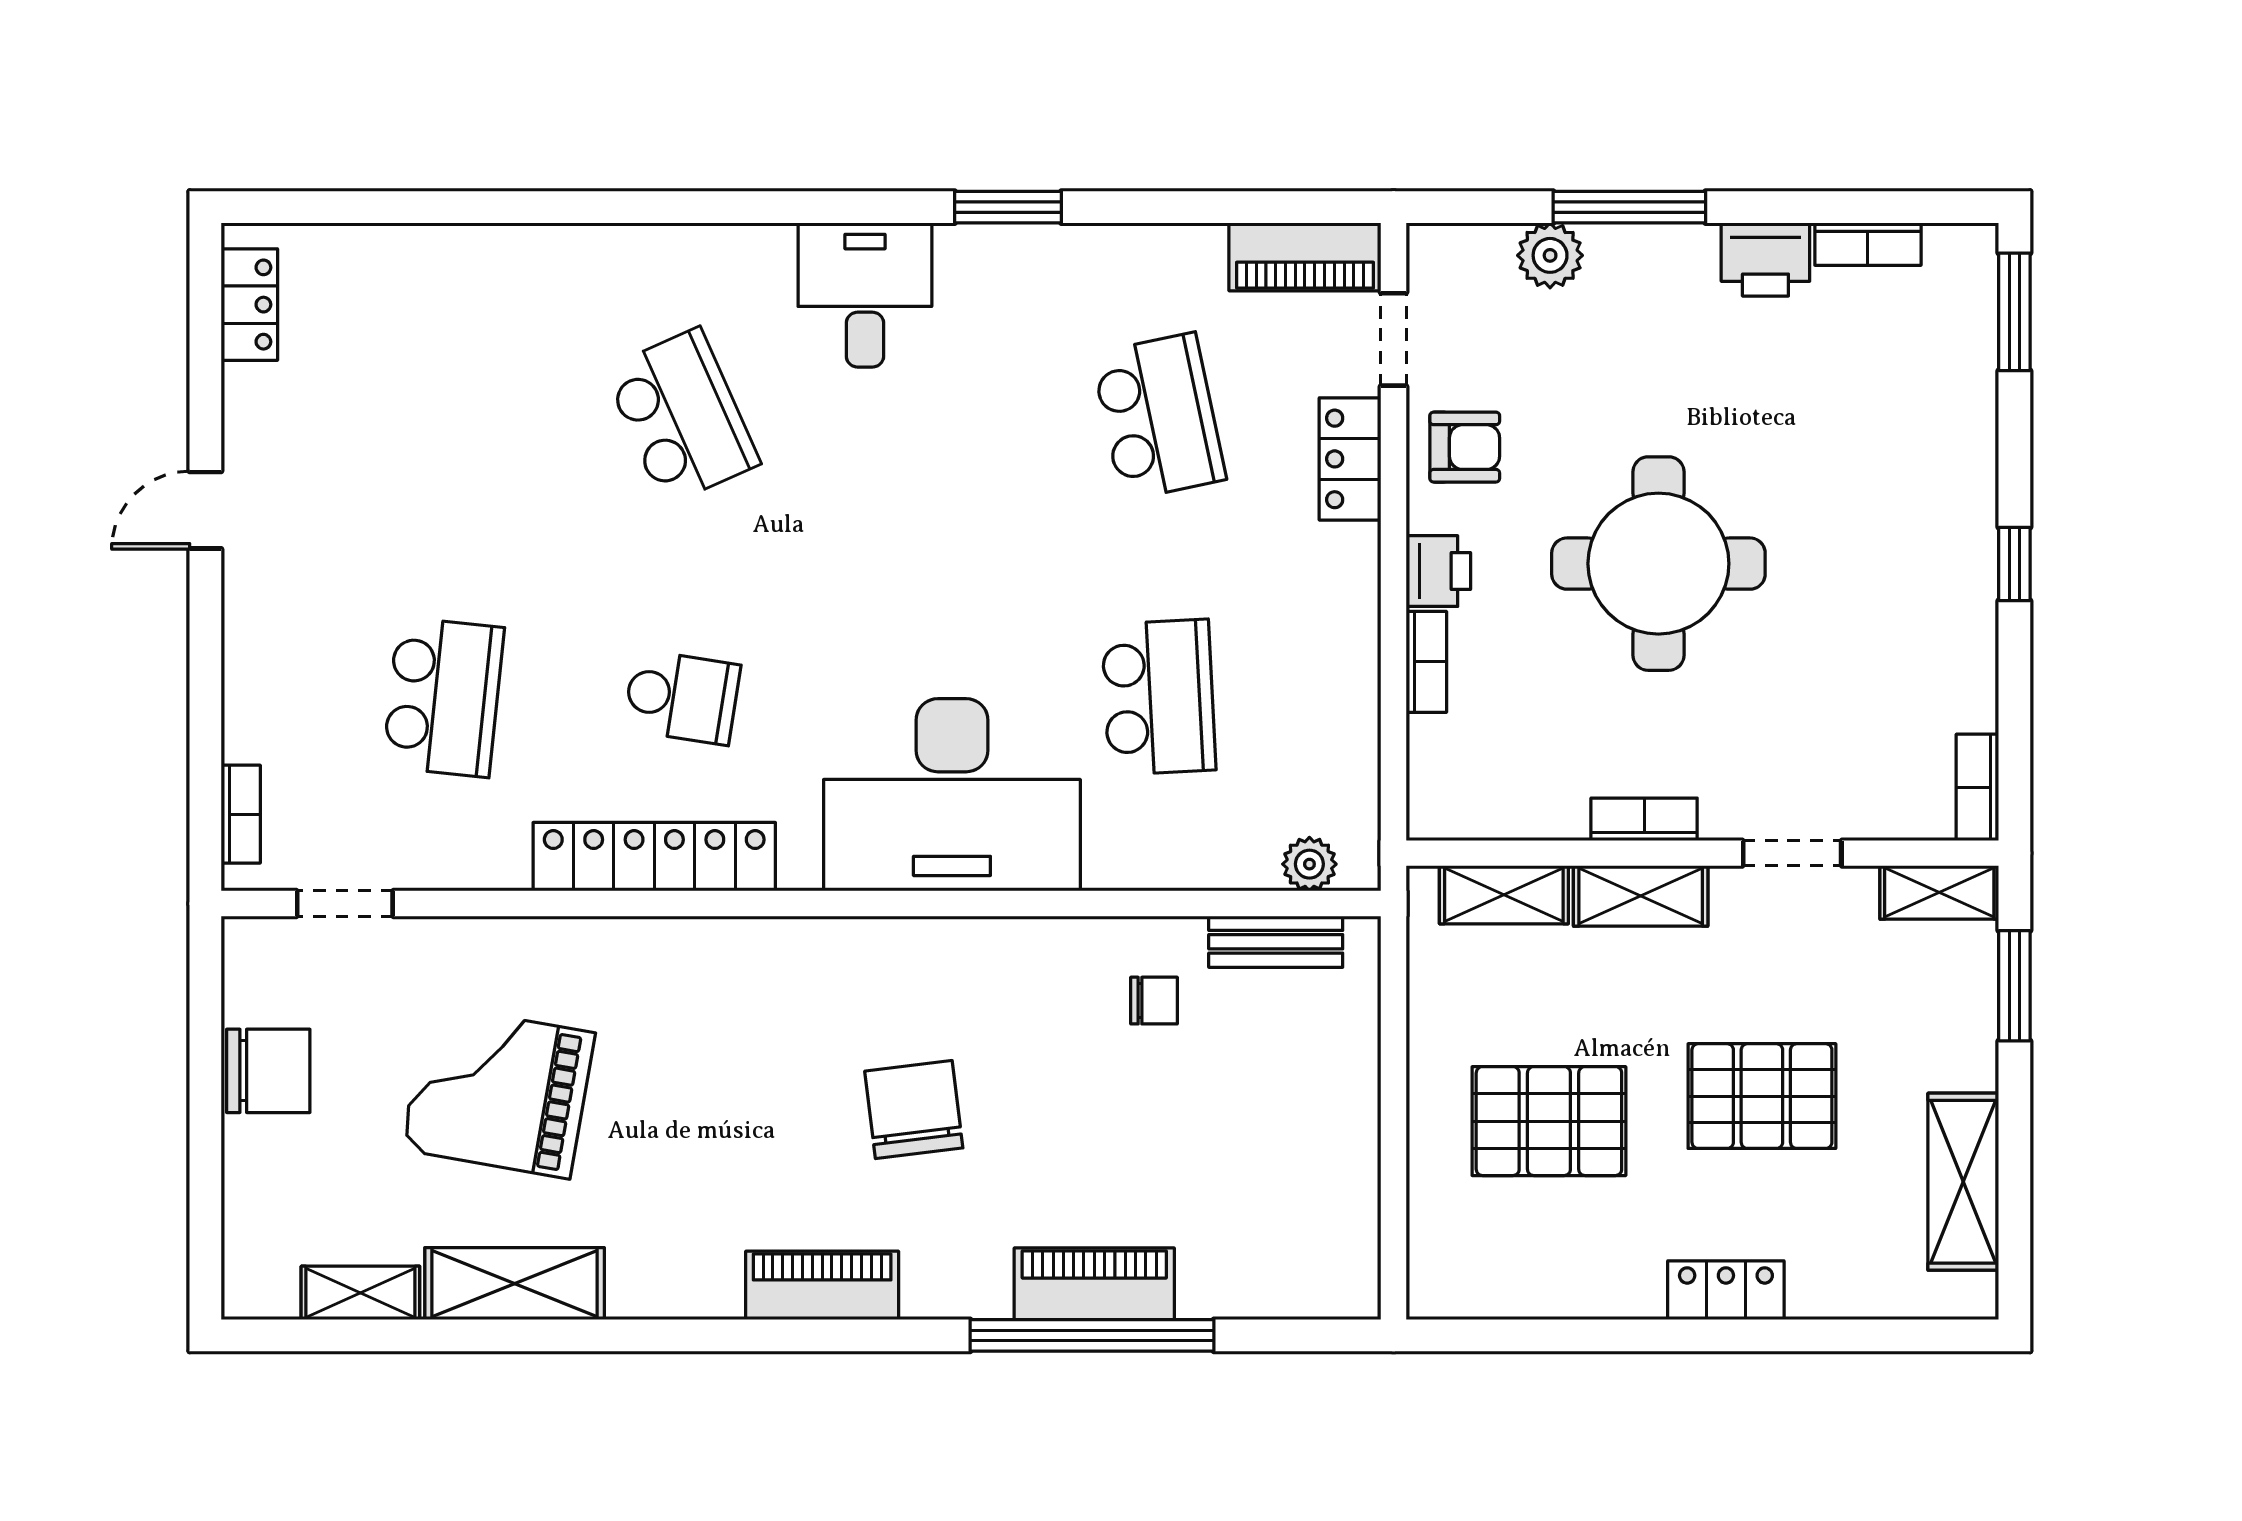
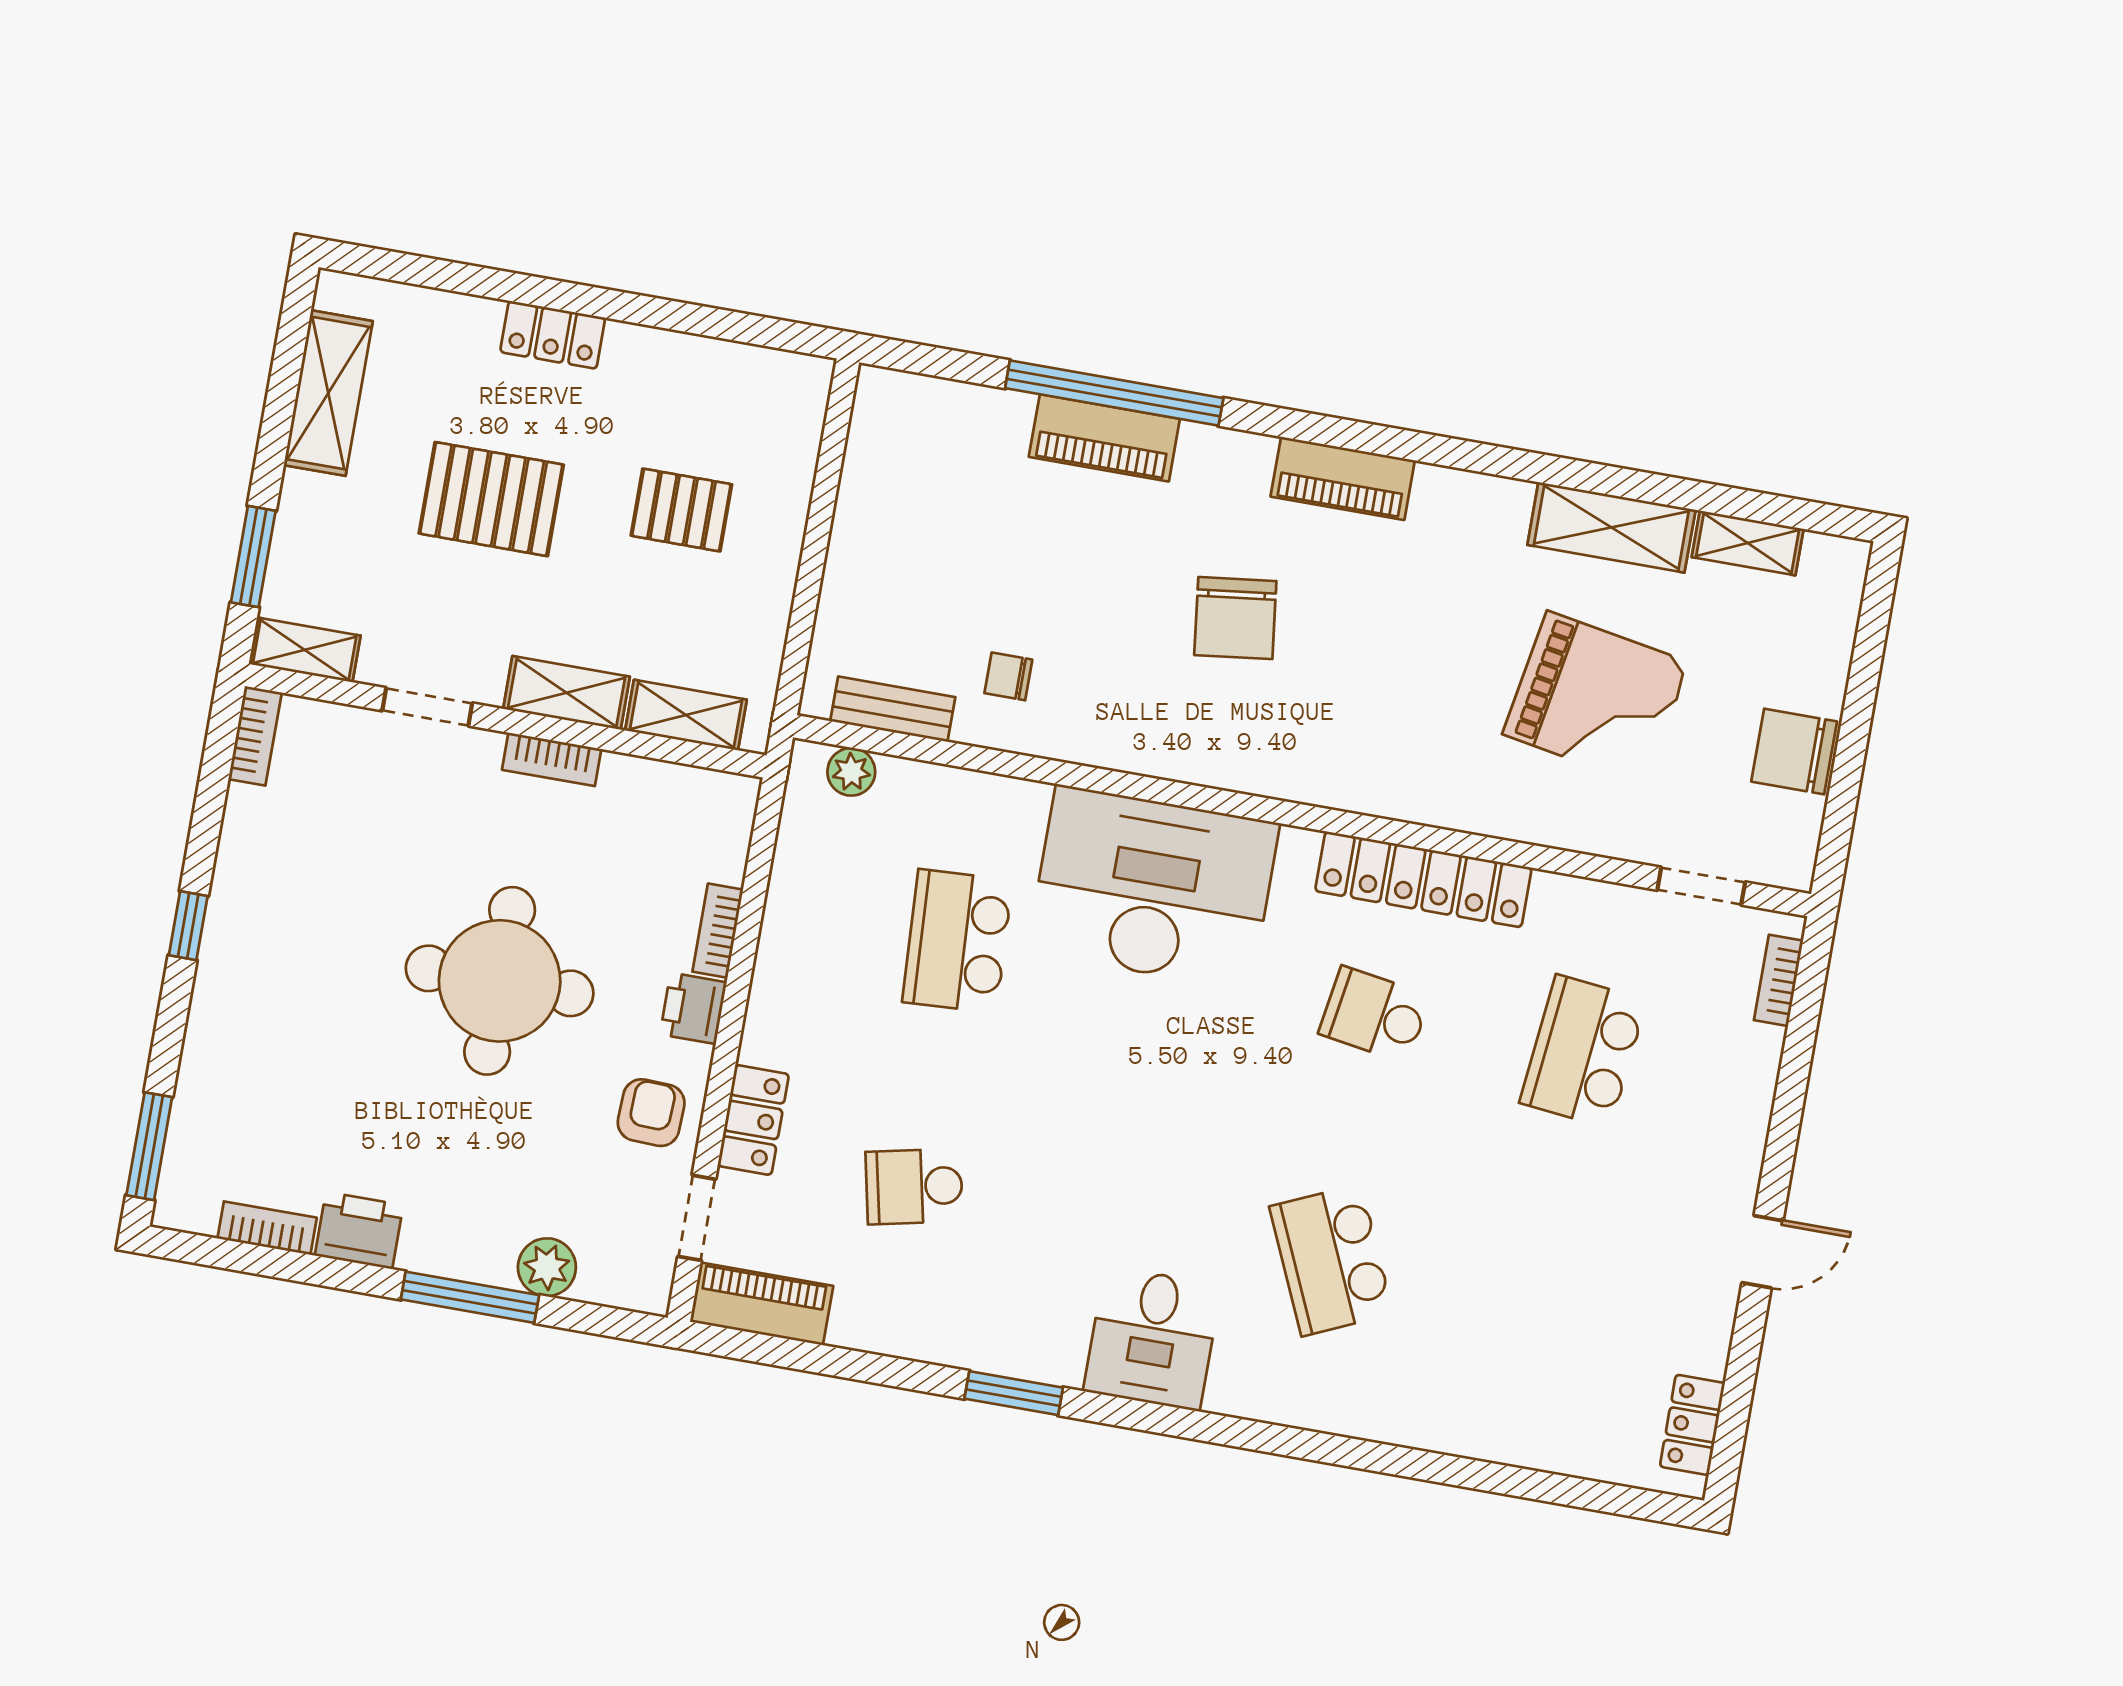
school desk: (1159, 417) -> (914, 1187), width x0.54
armchair: (1465, 447) -> (651, 1113), turned 92
pallet: (1549, 1121) -> (681, 510), width x0.67, depth x0.71

